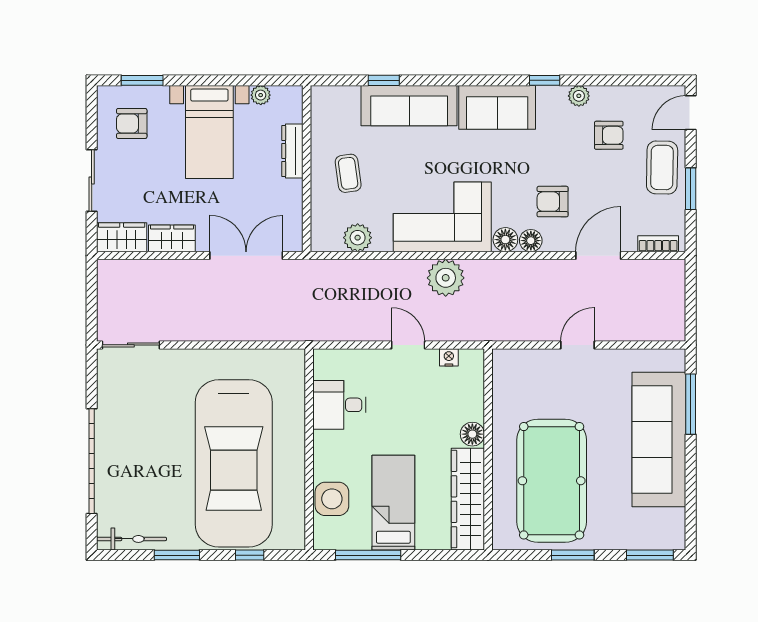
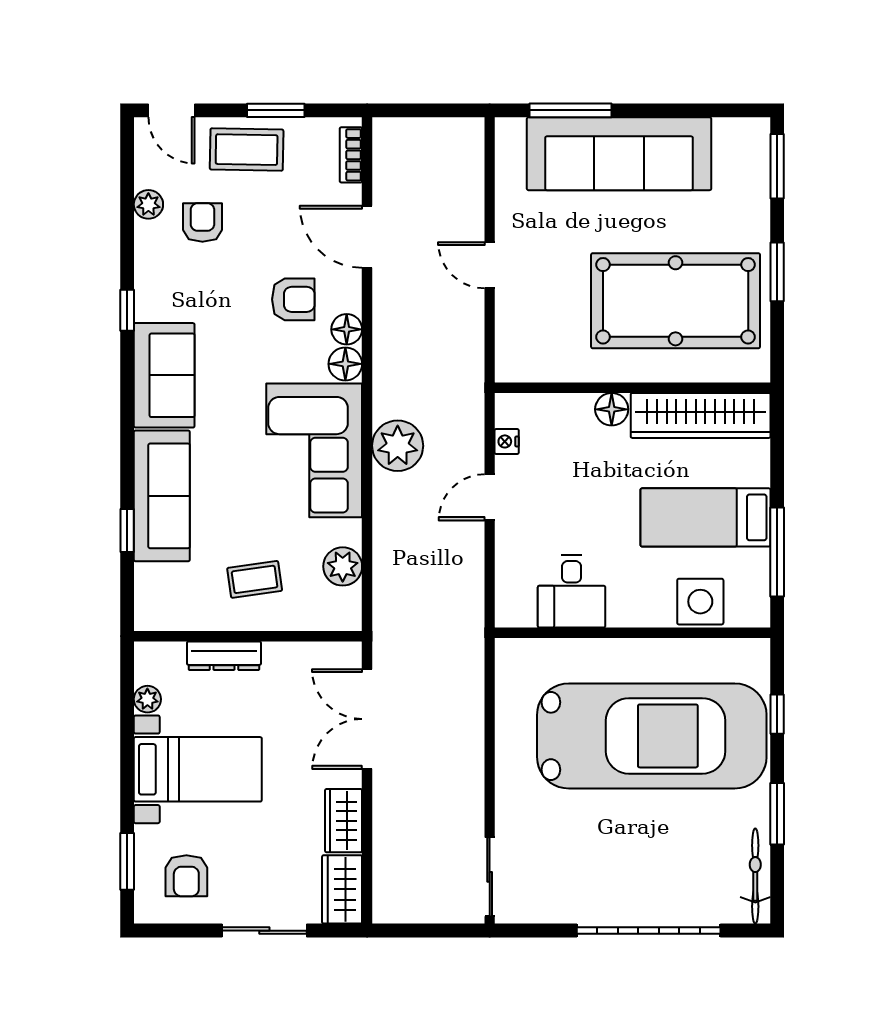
plant: (579, 96) -> (148, 204), moved
armchair: (553, 202) -> (293, 299), turned -90

